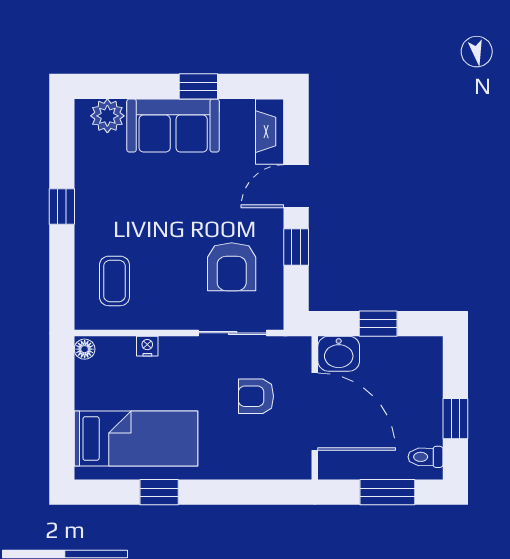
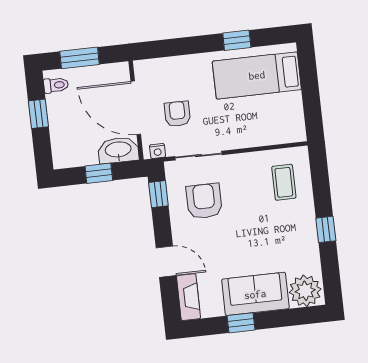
plant: (107, 116) -> (305, 291), width x1.36, depth x1.36
door: (296, 186) -> (166, 262), hinge flipped
window: (296, 247) -> (158, 194), moved
nightstand: (147, 346) -> (158, 151), moved
floor lamp: (85, 349) -> (299, 133), removed
washbasin: (339, 354) -> (118, 150), width x1.38
armchair: (256, 396) -> (177, 114), turned -90

